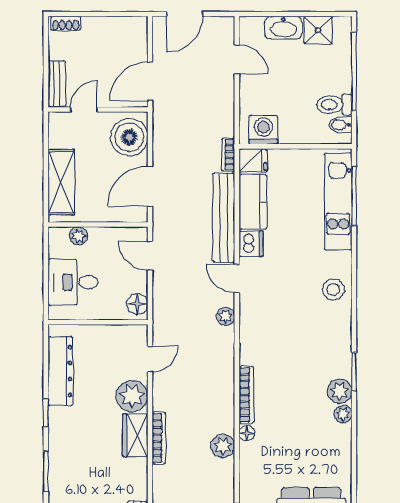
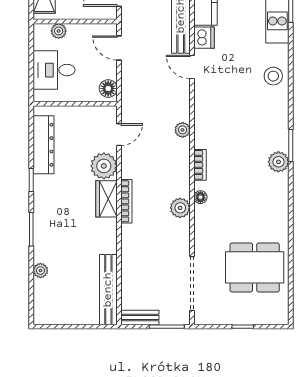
plant: (226, 316) -> (183, 130), moved
bookcase: (246, 395) -> (200, 165), width x0.64
plant: (343, 414) -> (281, 181), removed

